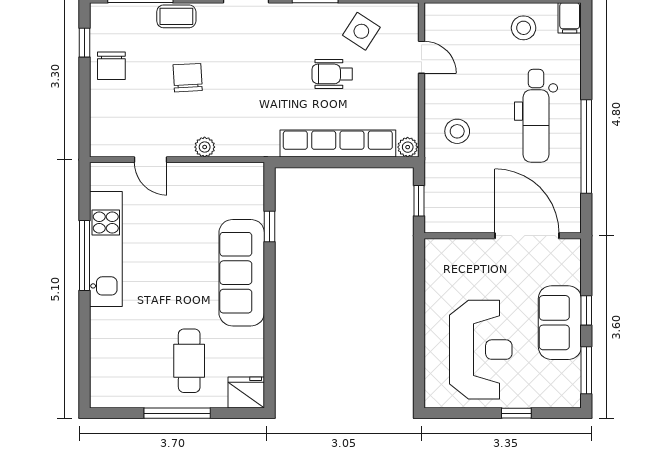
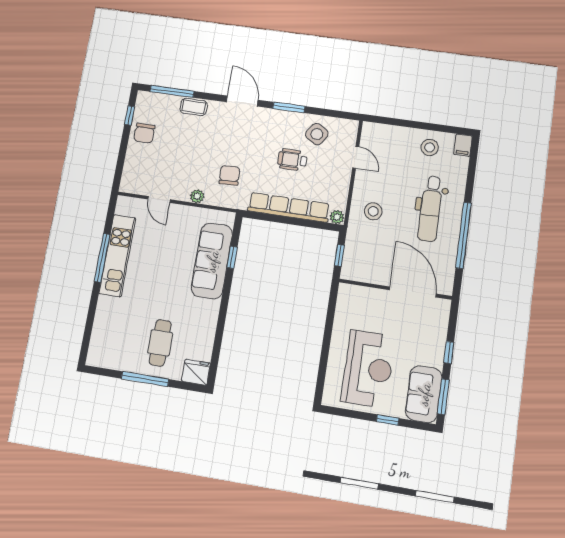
chair: (188, 78) -> (229, 175), moved
sofa: (242, 273) -> (212, 261), moved
sofa: (560, 323) -> (424, 394), moved

